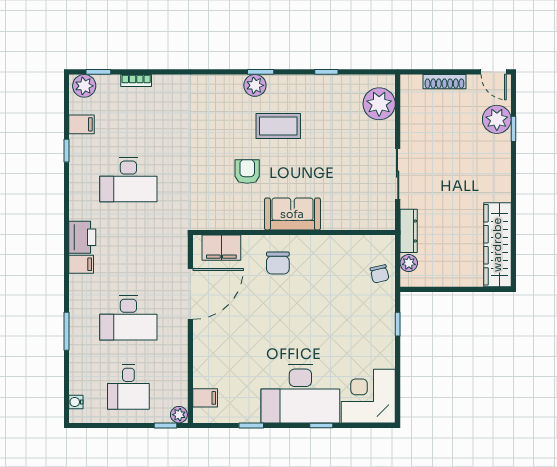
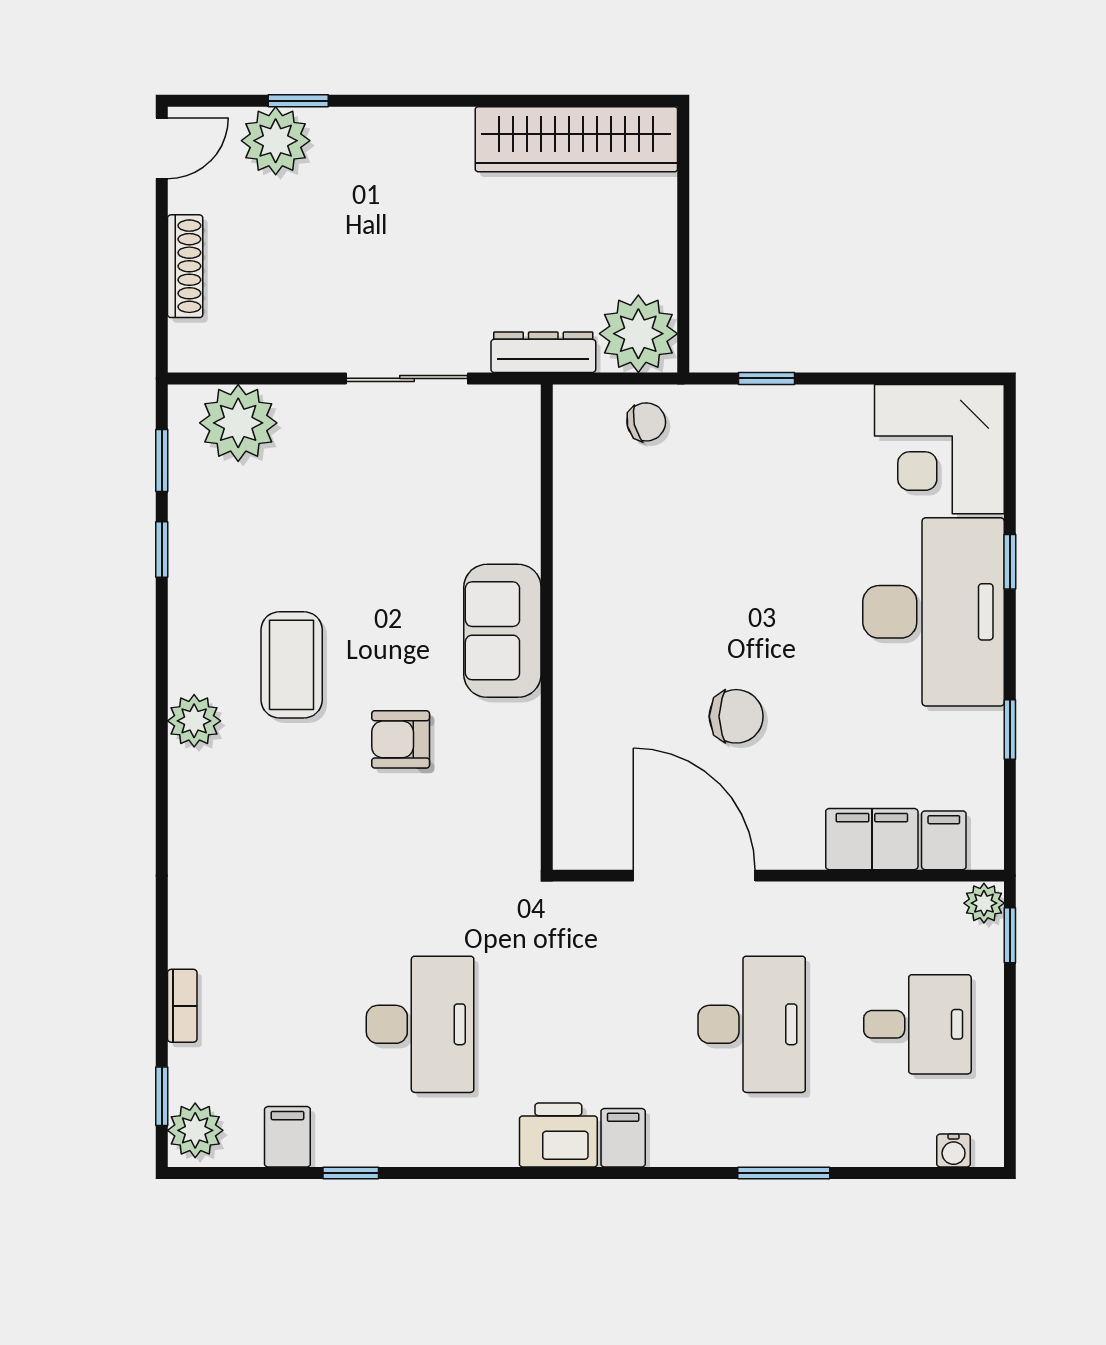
window: (261, 72) -> (162, 461), moved
filing cabinet: (221, 248) -> (872, 839), moved, turned -90
chair: (278, 263) -> (736, 716), moved
plant: (409, 263) -> (638, 334), width x1.88, depth x1.88

